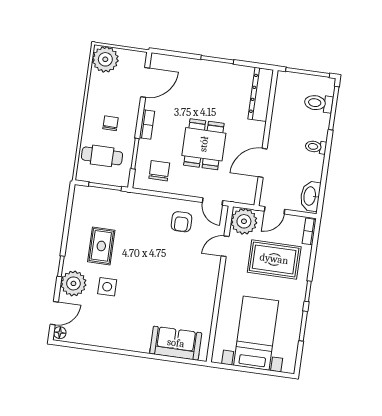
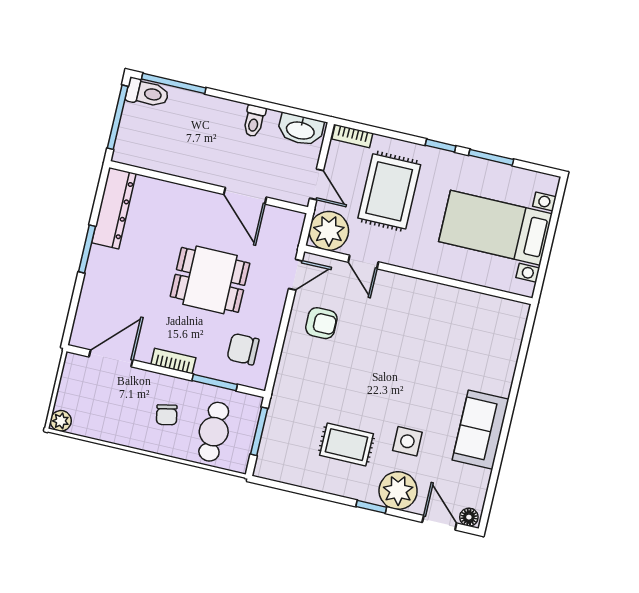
plant: (105, 59) -> (61, 421), width x0.53, depth x0.53
door: (145, 82) -> (111, 358), hinge flipped
dresser: (261, 94) -> (114, 208), moved, turned -90
toilet: (319, 103) -> (147, 93), moved, turned -90
chair: (111, 123) -> (167, 415), turned -102
toilet: (316, 147) -> (254, 121), moved
sofa: (176, 343) -> (481, 430), moved

